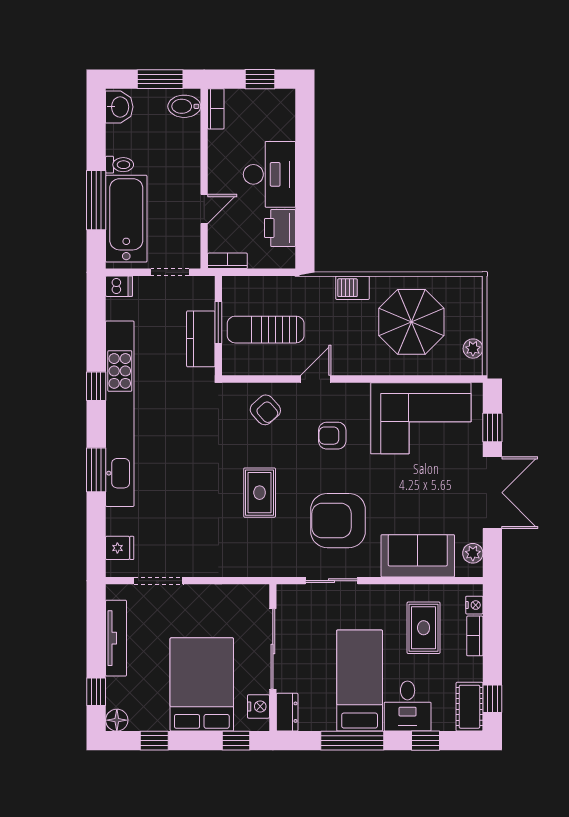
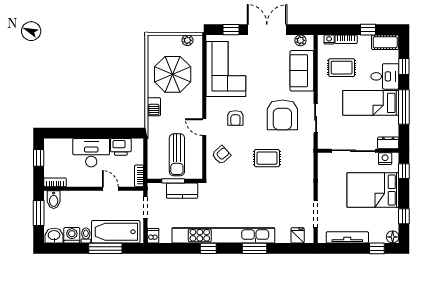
washing machine: (120, 139) -> (72, 235), added
window: (492, 699) -> (368, 30), moved

